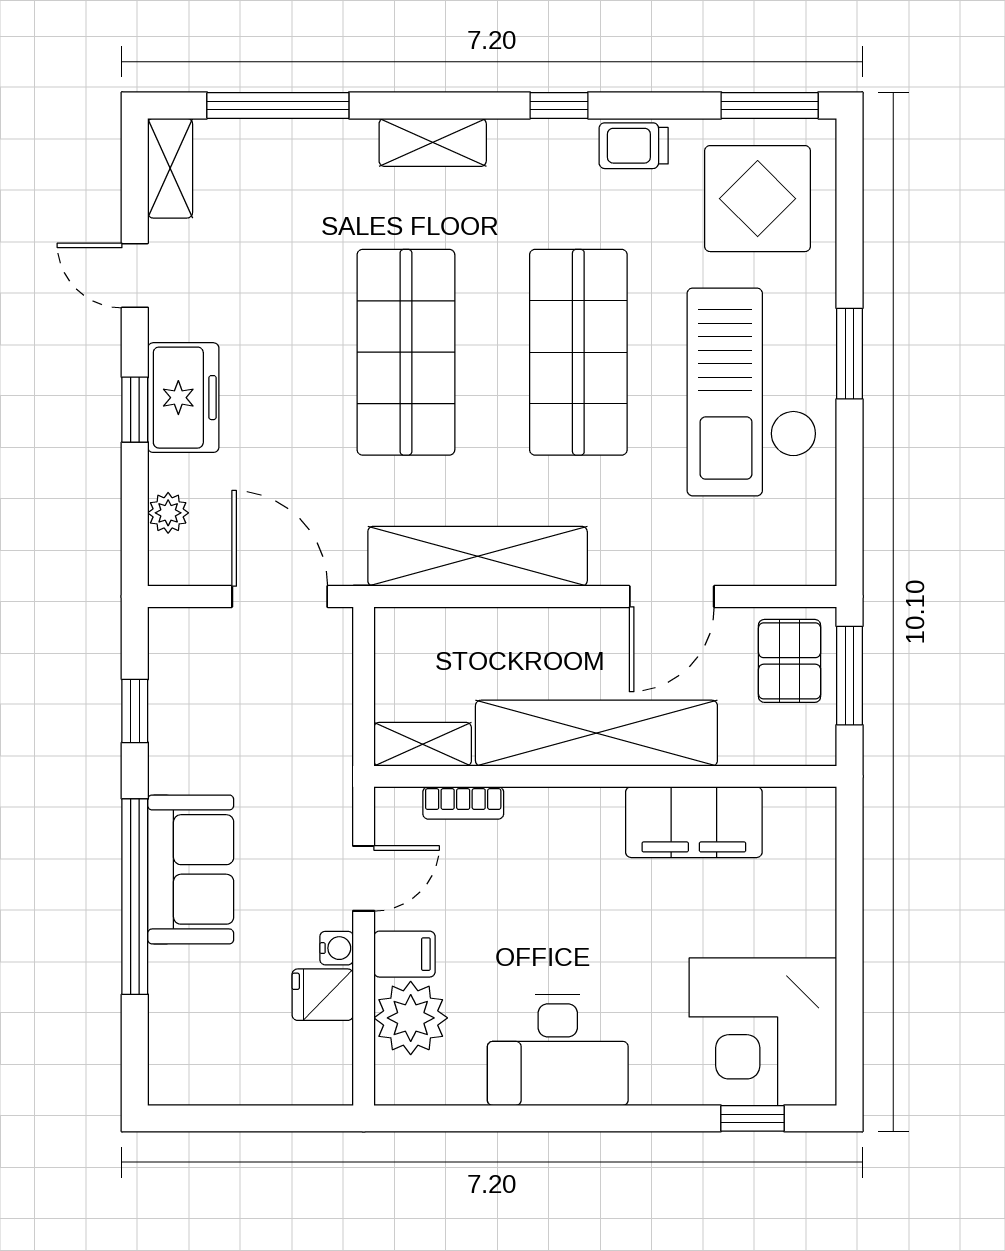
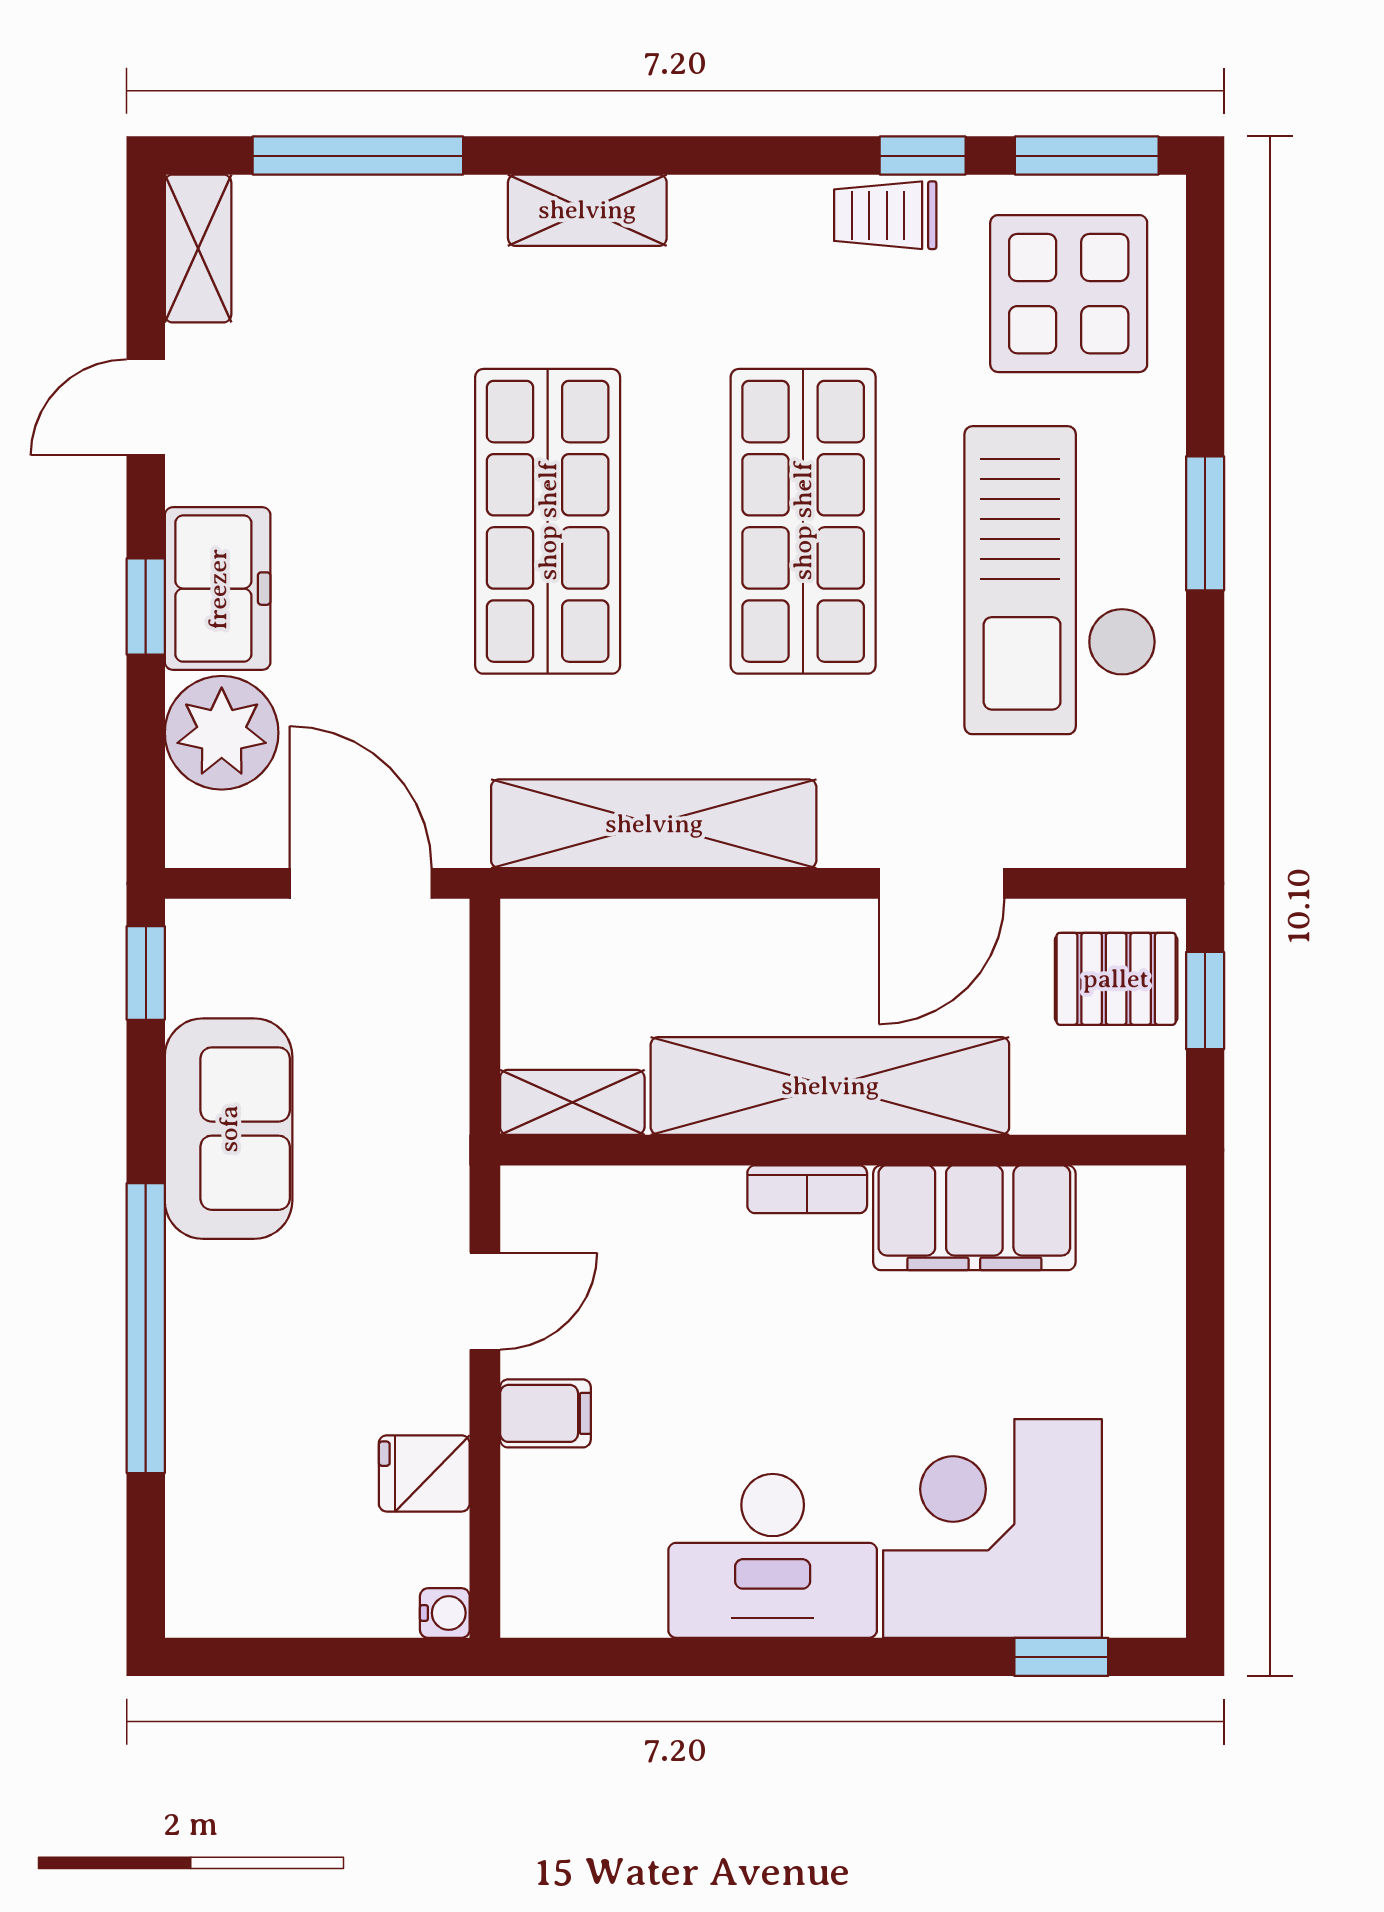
window: (559, 105) -> (923, 156), moved
door: (135, 275) -> (146, 407), hinge flipped
plant: (168, 513) -> (222, 733), width x1.88, depth x1.88
pallet: (790, 661) -> (1116, 979), turned 90
window: (850, 676) -> (1205, 1001), width x0.67
window: (135, 711) -> (146, 973), moved
bookcase: (463, 803) -> (807, 1189), moved
sofa: (191, 869) -> (229, 1129), moved
water cooler: (337, 948) -> (445, 1613), moved
plant: (411, 1018) -> (555, 1508), removed
corner desk: (763, 1032) -> (992, 1528), moved, turned 90

